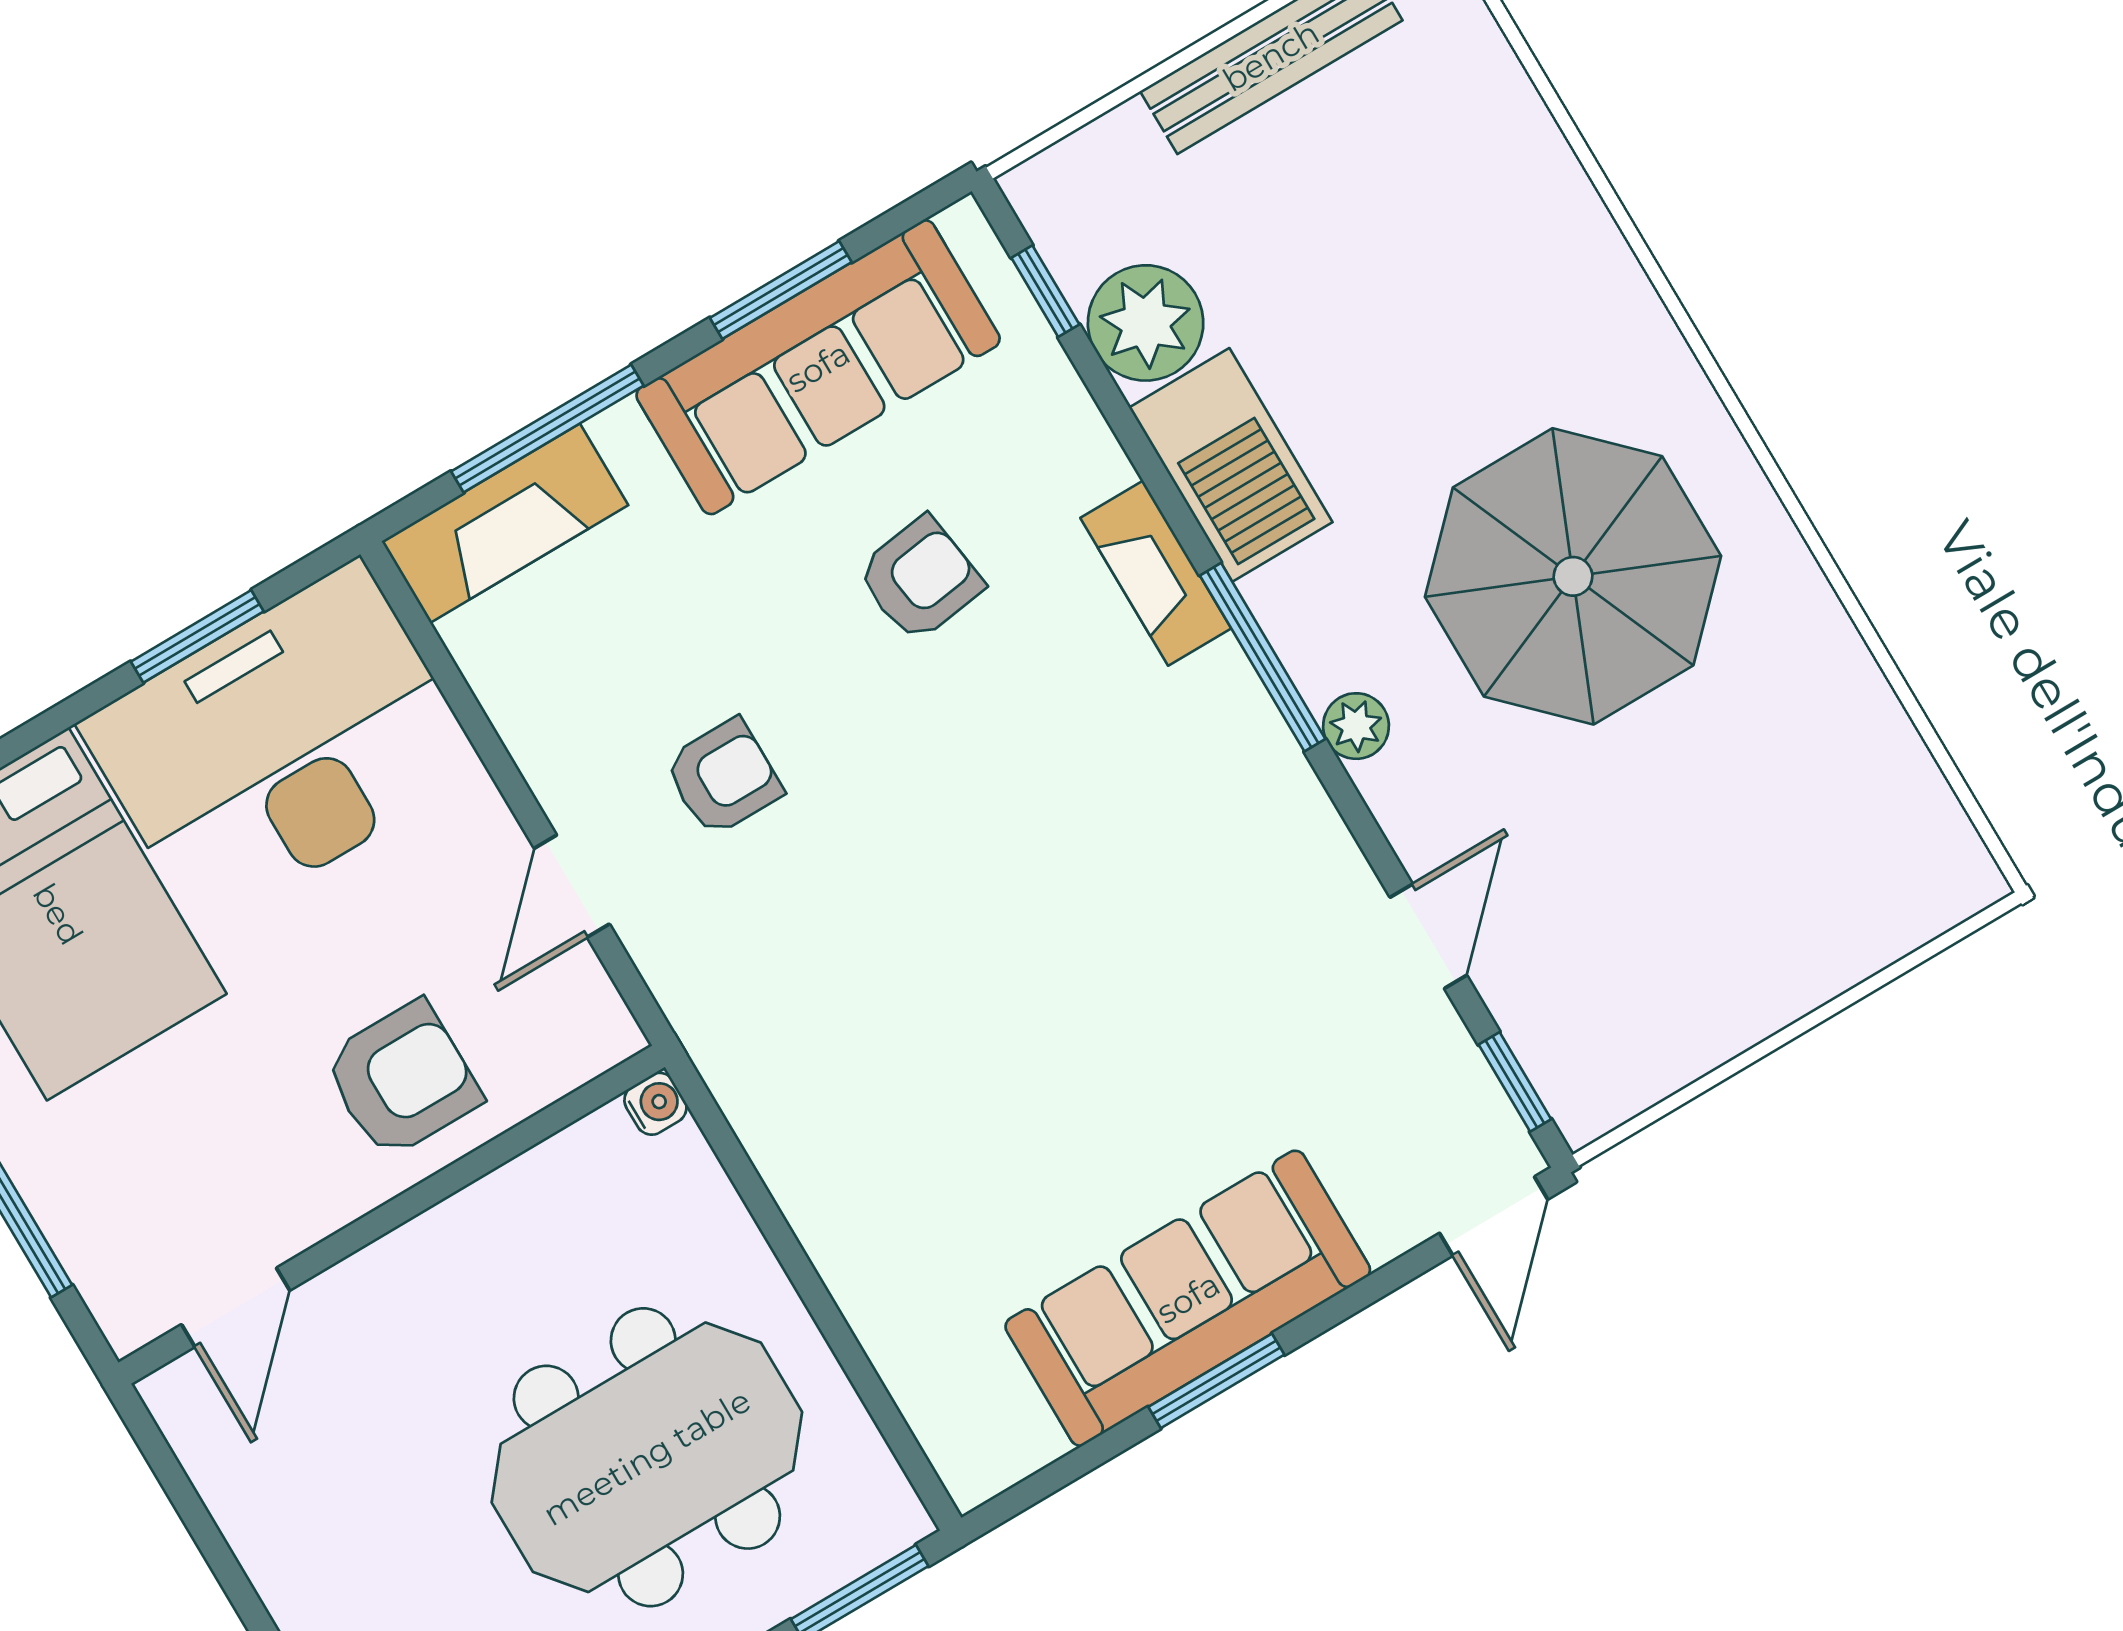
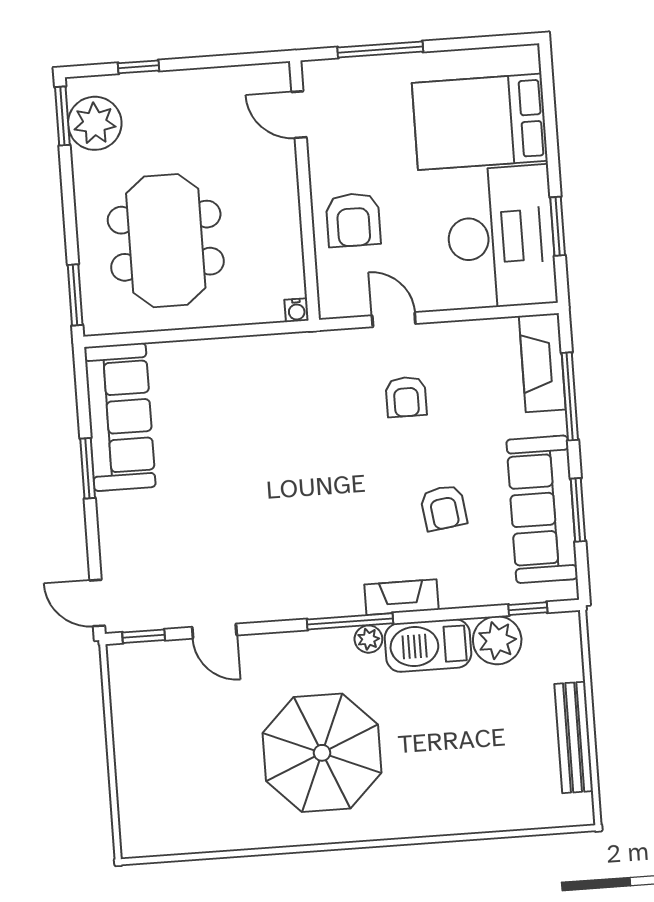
plant: (1356, 726) -> (368, 639), moved
sofa: (1188, 1298) -> (120, 417), moved

